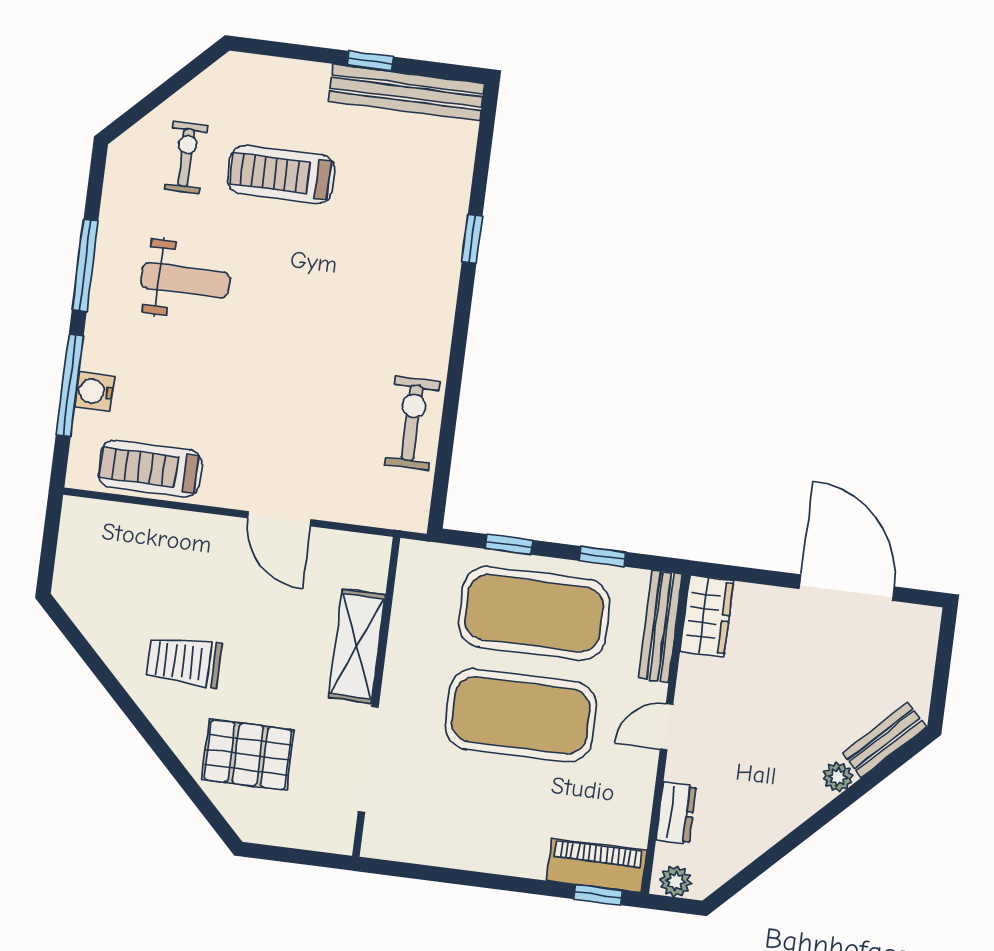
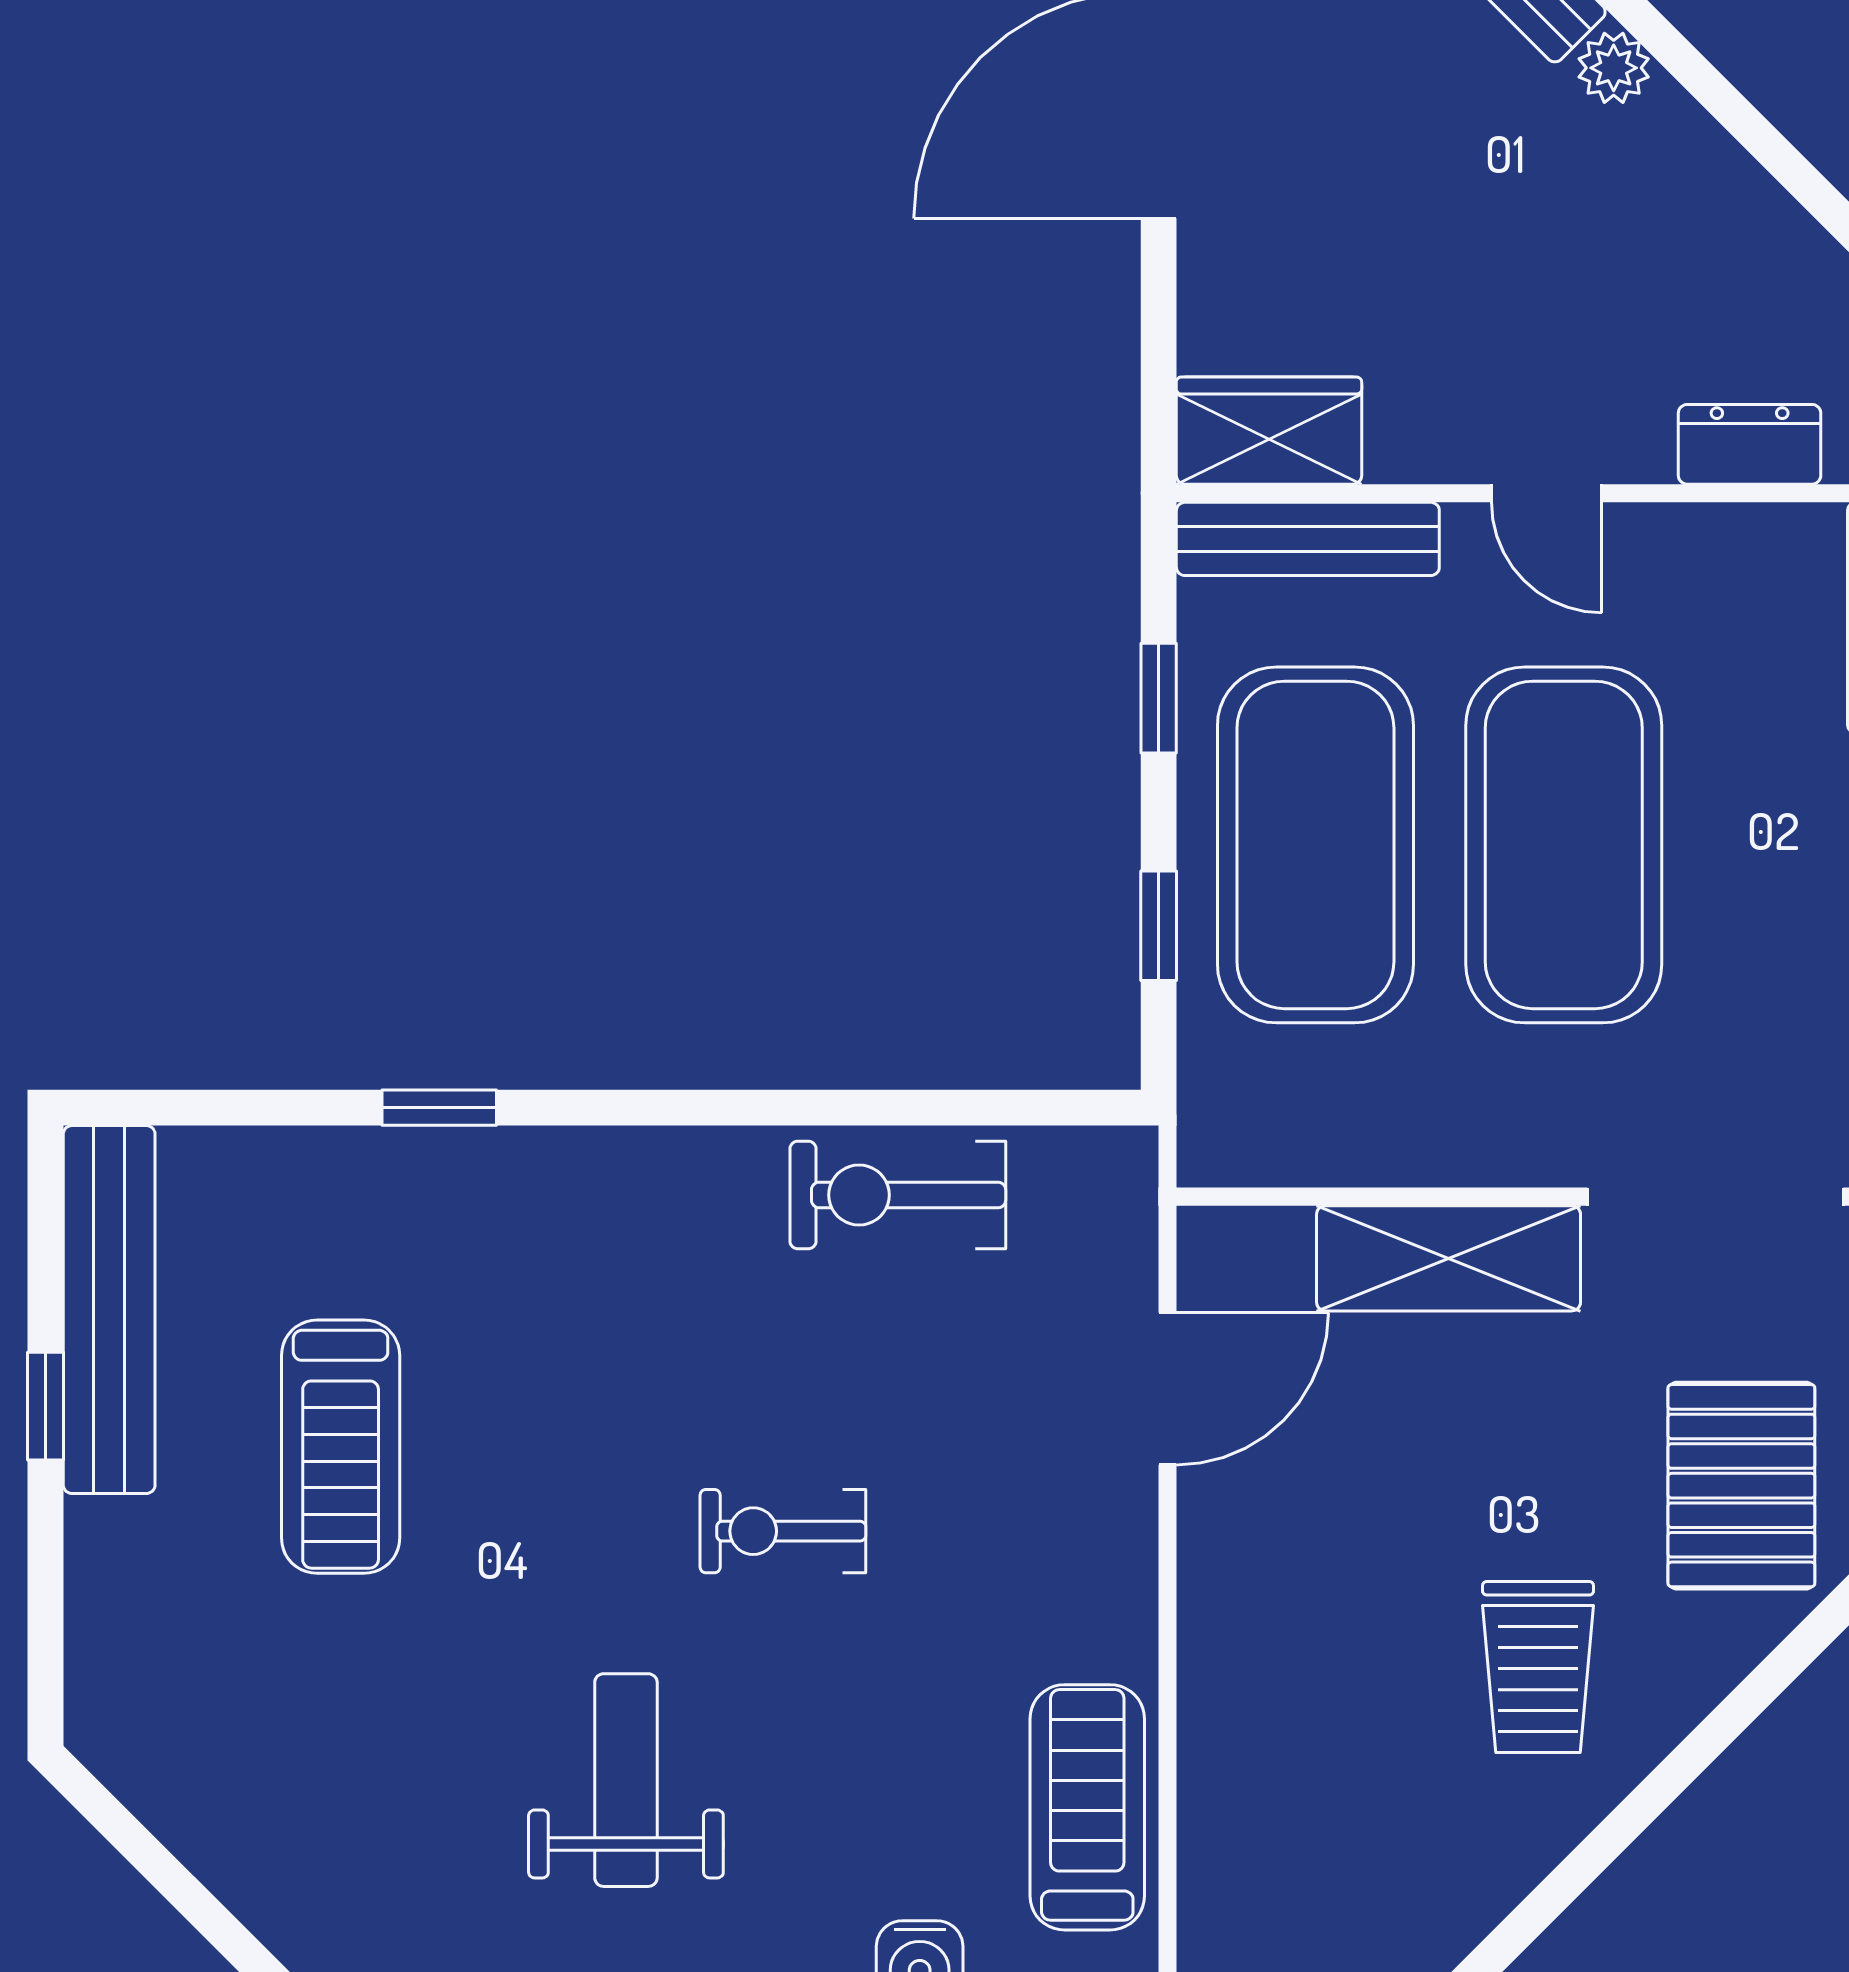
exercise bike: (186, 158) -> (783, 1531), moved
treadmill: (281, 175) -> (341, 1447), moved
treadmill: (150, 469) -> (1087, 1807), turned 180
door: (280, 519) -> (1167, 1389), moved

